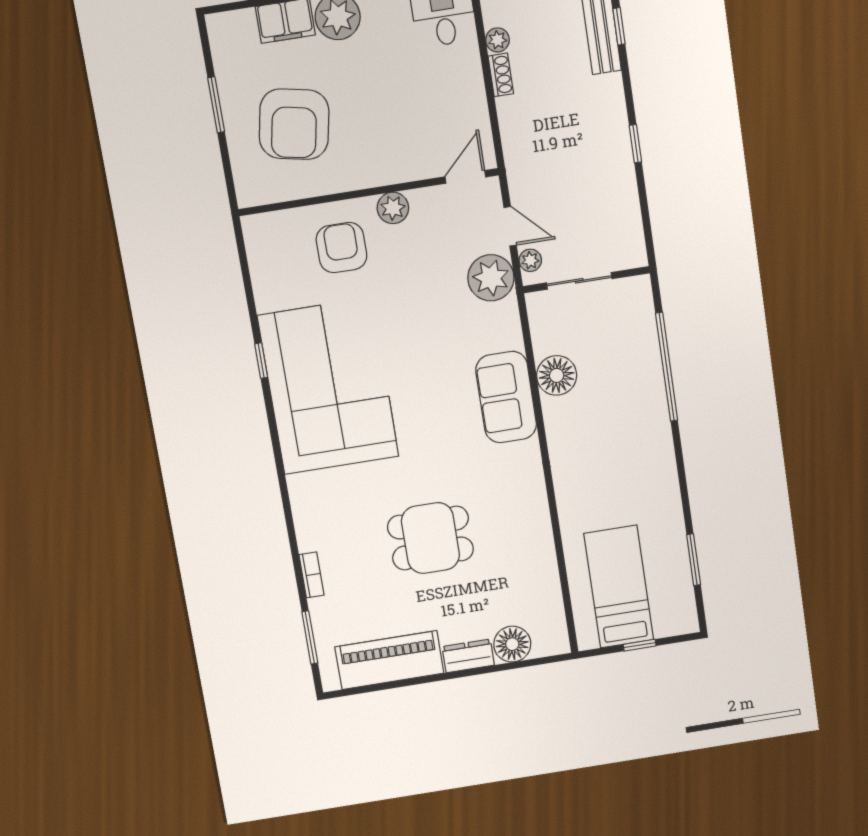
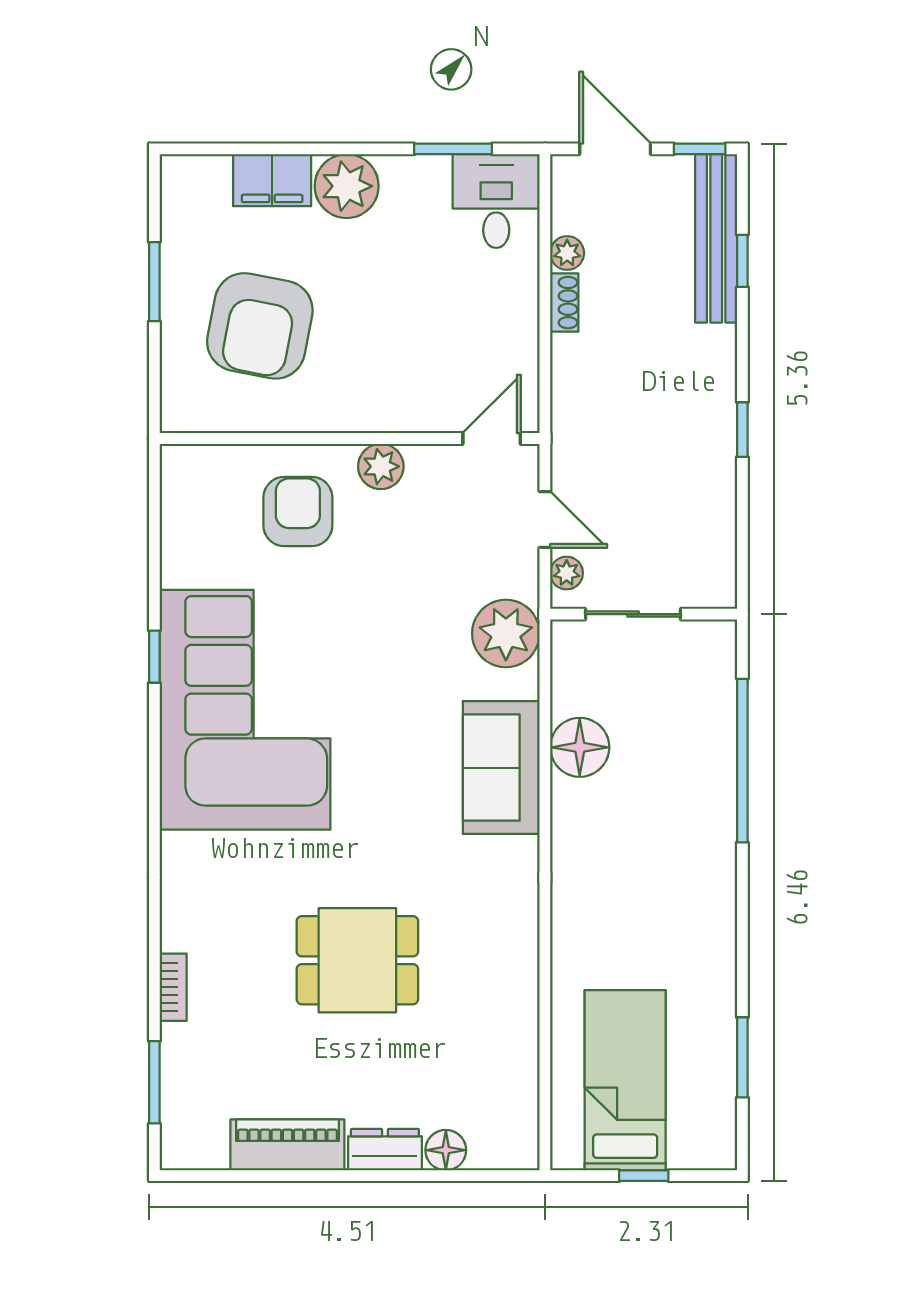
plant: (491, 278) -> (506, 633), moved
floor lamp: (512, 644) -> (446, 1150), width x0.73, depth x0.73
piano: (389, 660) -> (287, 1145), width x0.73, depth x0.75

